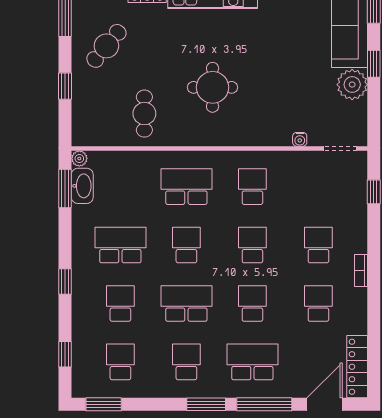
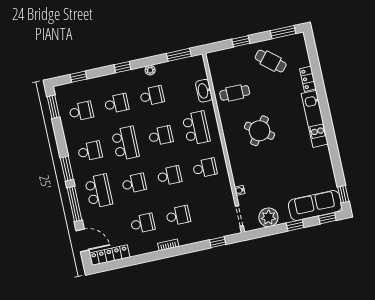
plant: (352, 85) -> (268, 217), moved
round table: (213, 87) -> (260, 131), turned 35
plant: (79, 158) -> (150, 70), moved
washbasin: (82, 186) -> (204, 91), moved, turned 90
school desk: (120, 245) -> (152, 96), width x0.54

